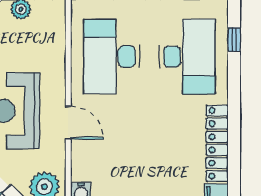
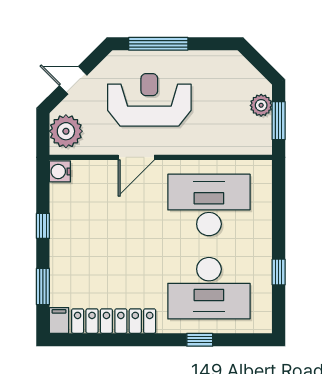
window: (234, 40) -> (200, 340), moved

